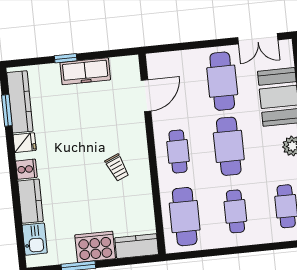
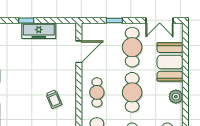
window: (193, 45) -> (114, 20), added

